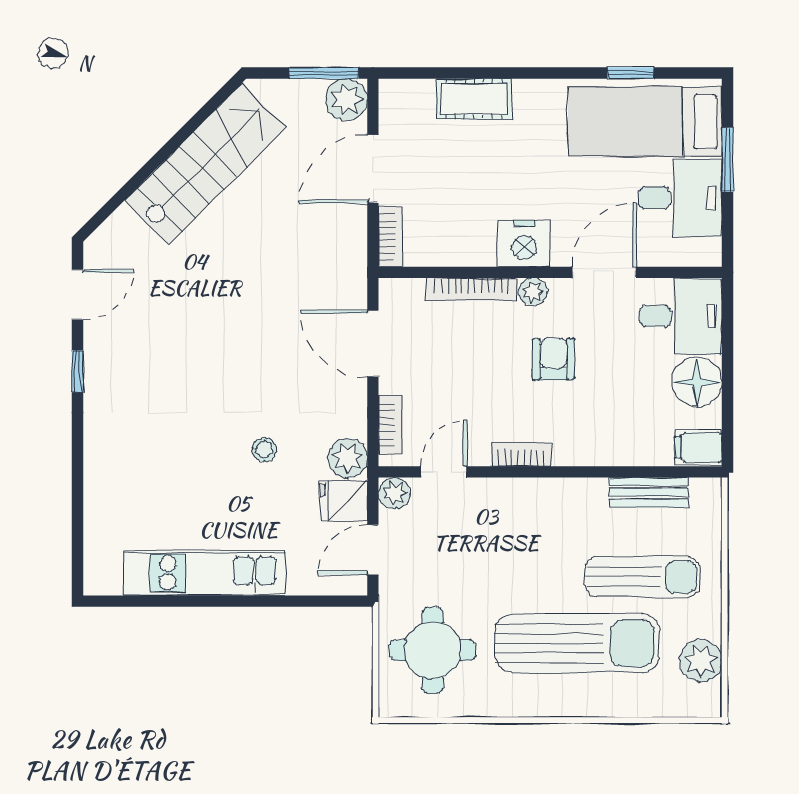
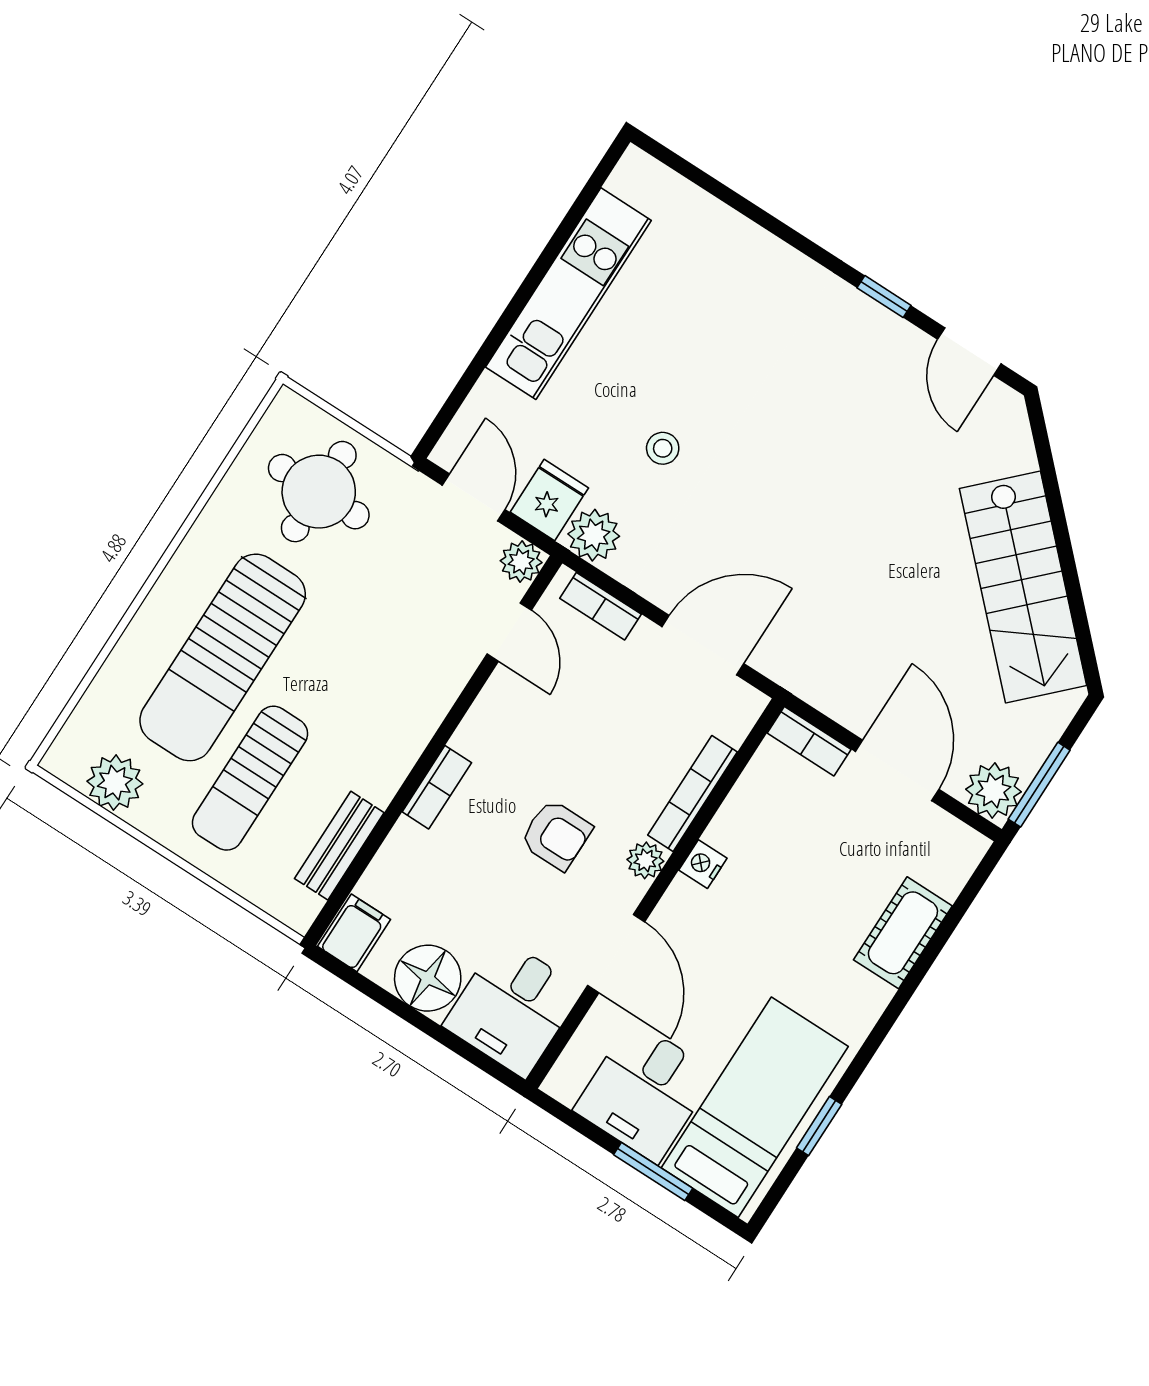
nightstand: (524, 244) -> (703, 864), width x0.53, depth x0.56
bookcase: (521, 454) -> (437, 787), moved

